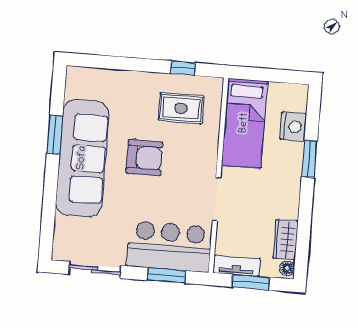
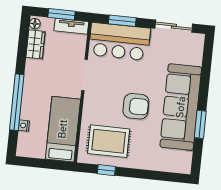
rug: (181, 108) -> (109, 141), width x1.36, depth x1.43
nightstand: (293, 127) -> (24, 126), width x0.53, depth x0.56
armchair: (144, 158) -> (136, 106), turned 180
window: (309, 159) -> (17, 102), width x2.11

